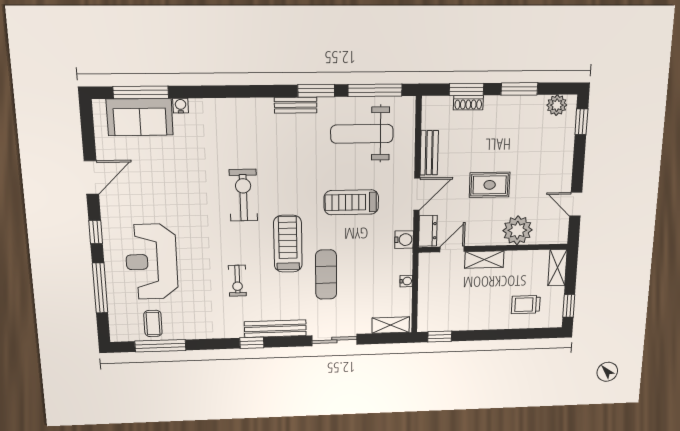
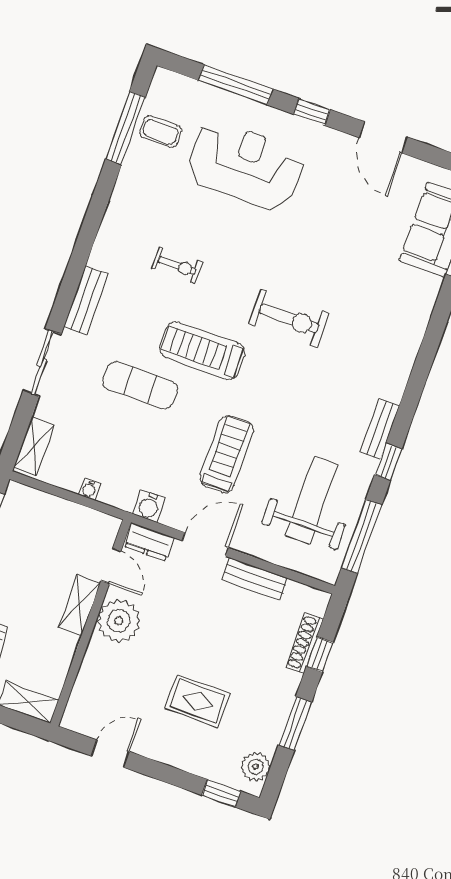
window: (467, 89) -> (320, 654), width x0.67
window: (316, 91) -> (388, 462), width x0.67
shoe rack: (468, 103) -> (304, 643), width x1.43
water cooler: (181, 106) -> (432, 285), removed
rug: (490, 185) -> (197, 701), moved, turned 90
door: (417, 194) -> (205, 544), swing flipped
plant: (517, 230) -> (119, 621), moved
treadmill: (288, 244) -> (202, 351), turned 180
exercise bike: (237, 281) -> (177, 265), turned 180
bench: (275, 329) -> (86, 300), width x0.73
window: (252, 343) -> (82, 250), removed

